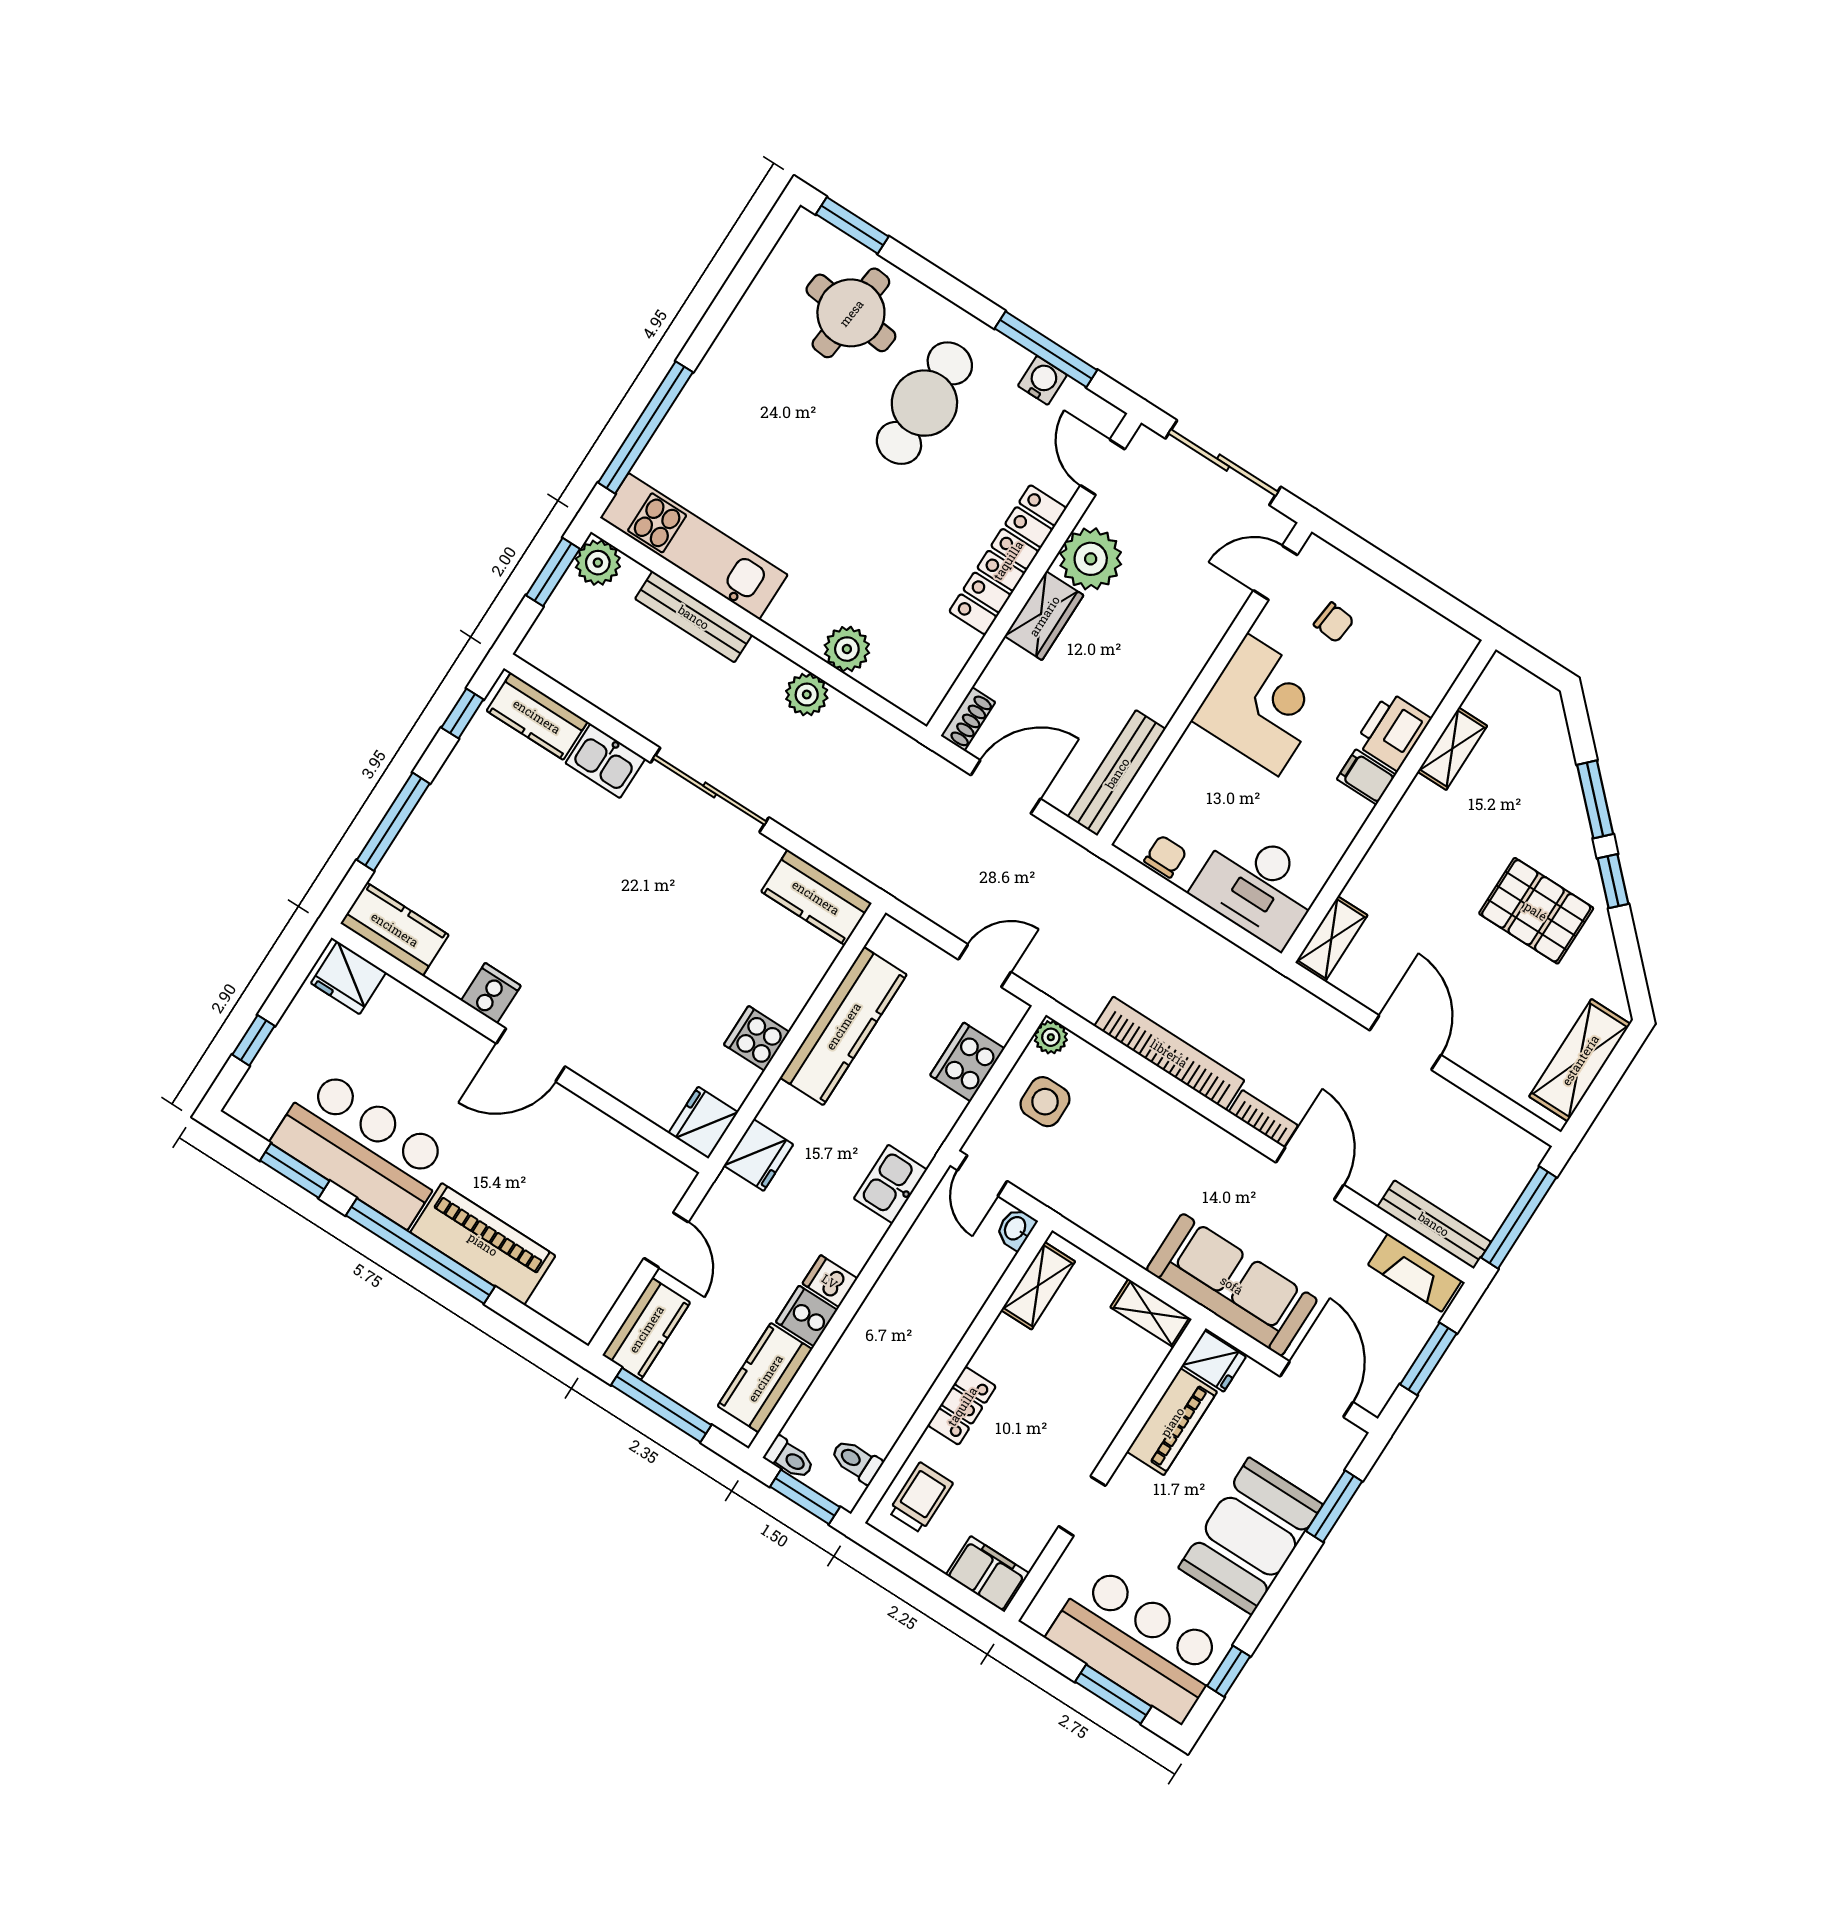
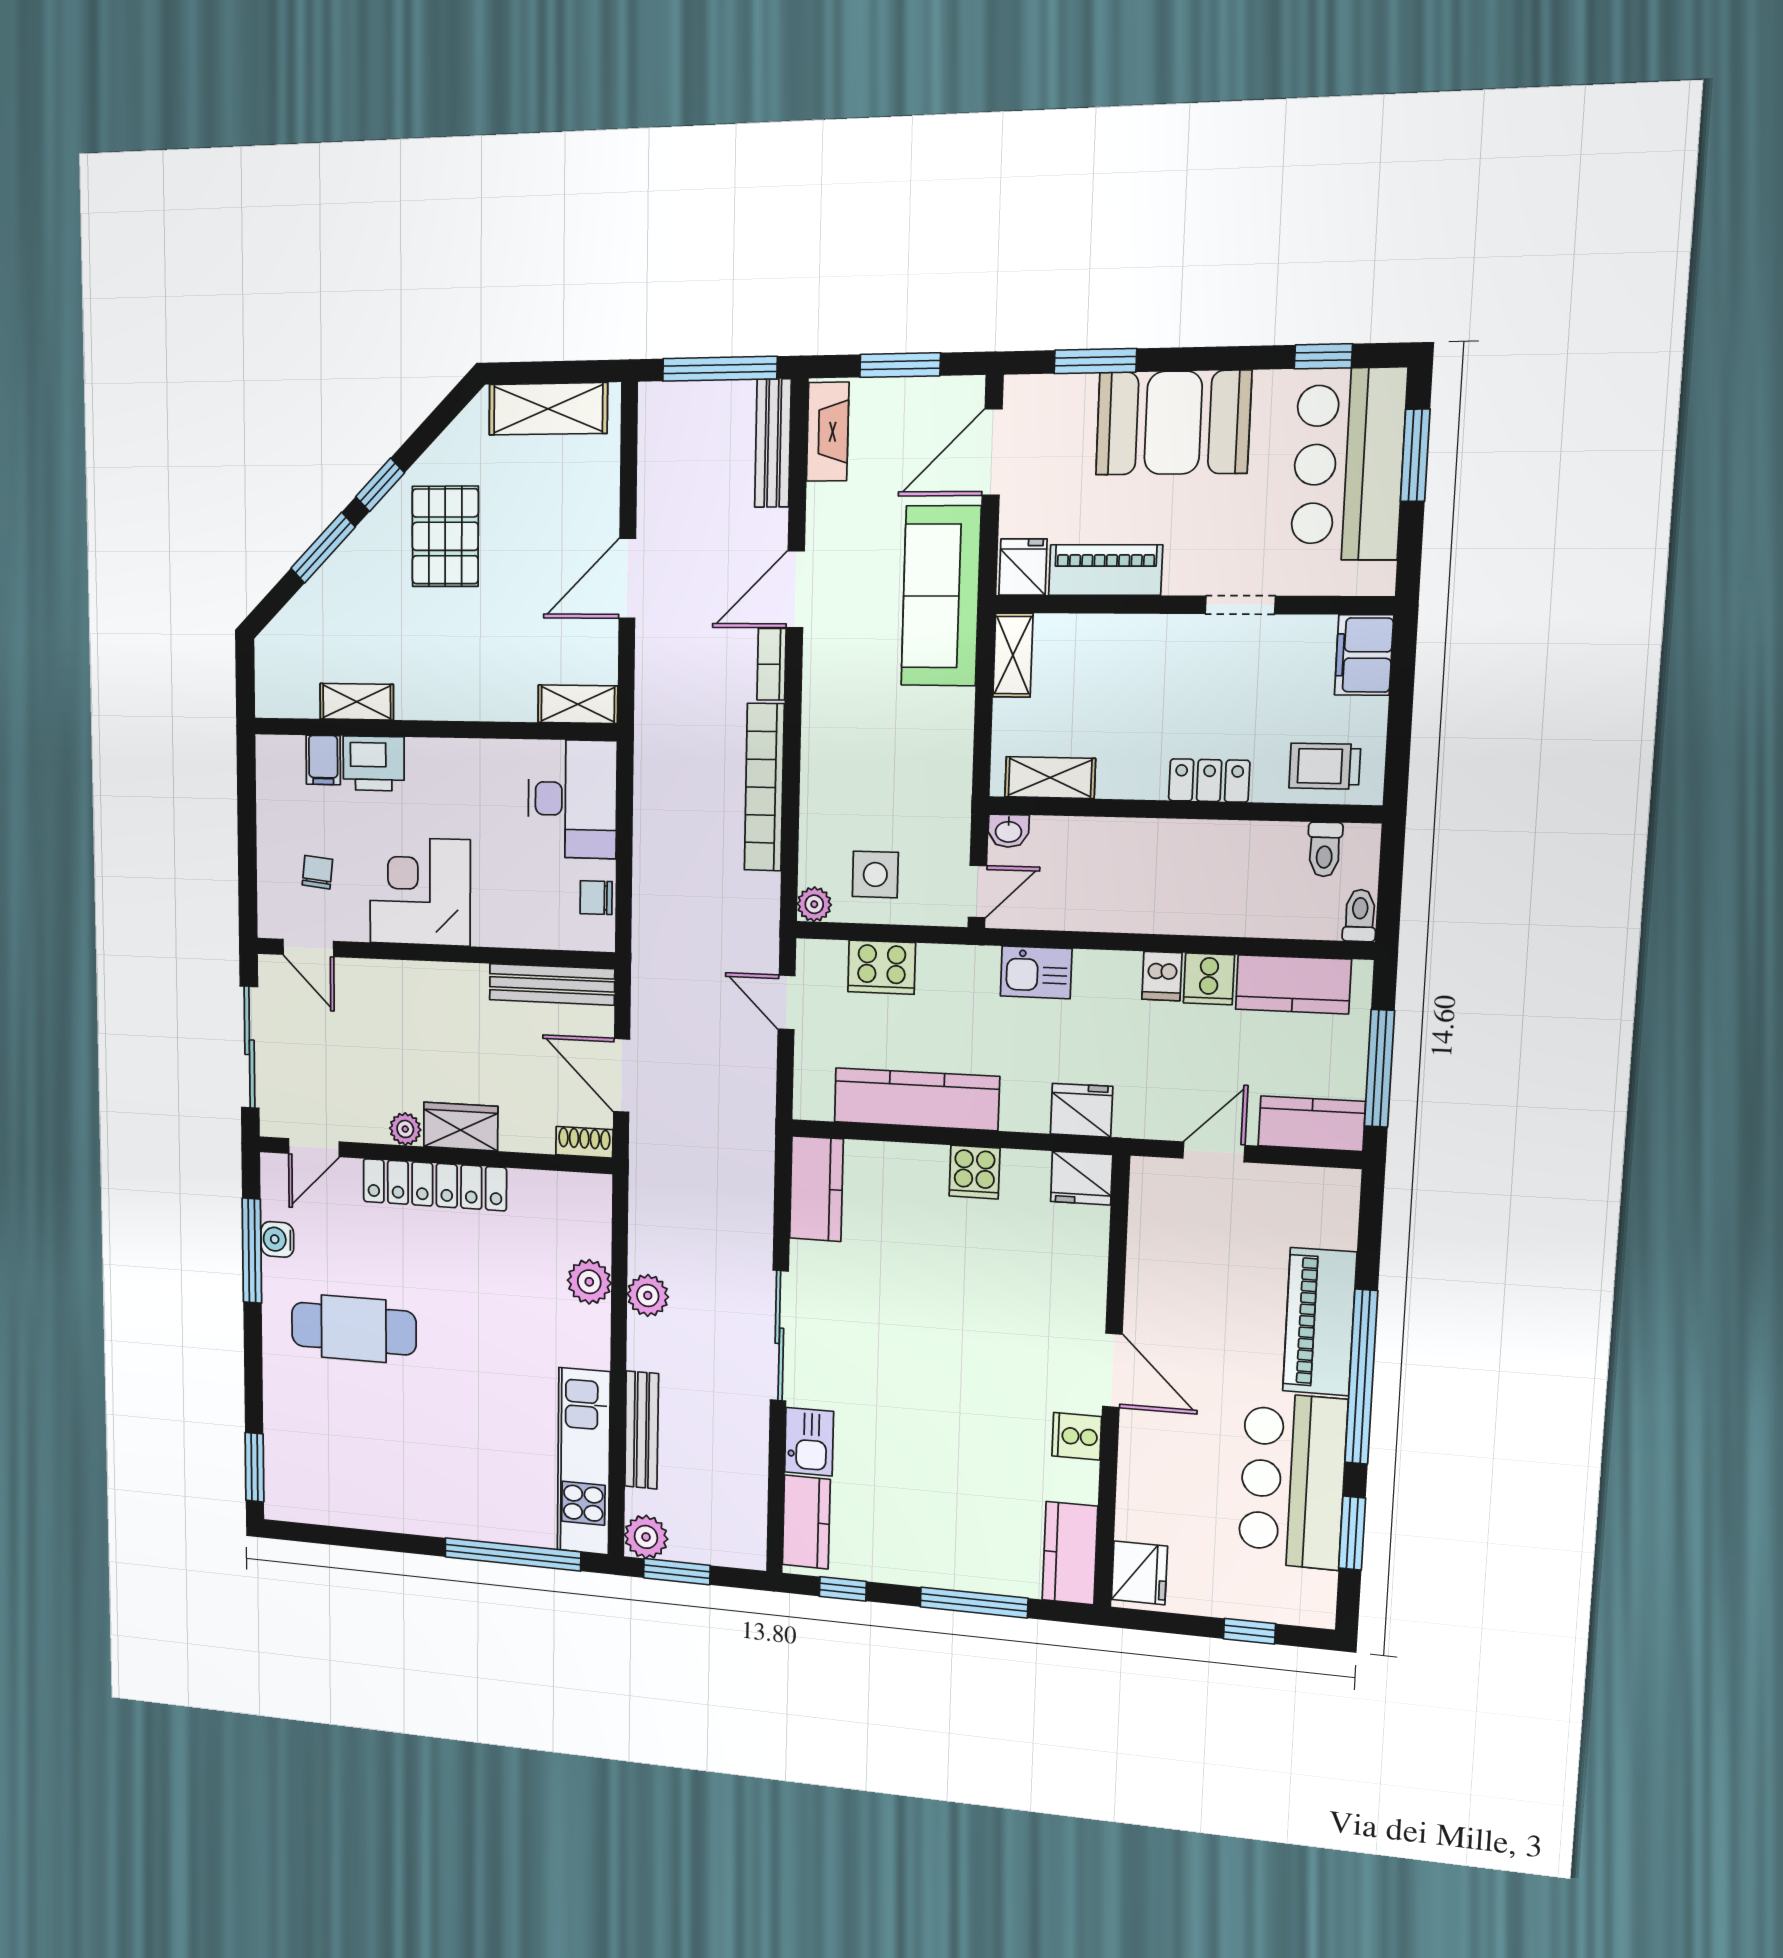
round table: (851, 313) -> (321, 1431), removed
plant: (1091, 559) -> (405, 1129), width x0.53, depth x0.53
filing cabinet: (1366, 777) -> (323, 760), moved
window: (805, 1497) -> (1390, 879), removed

